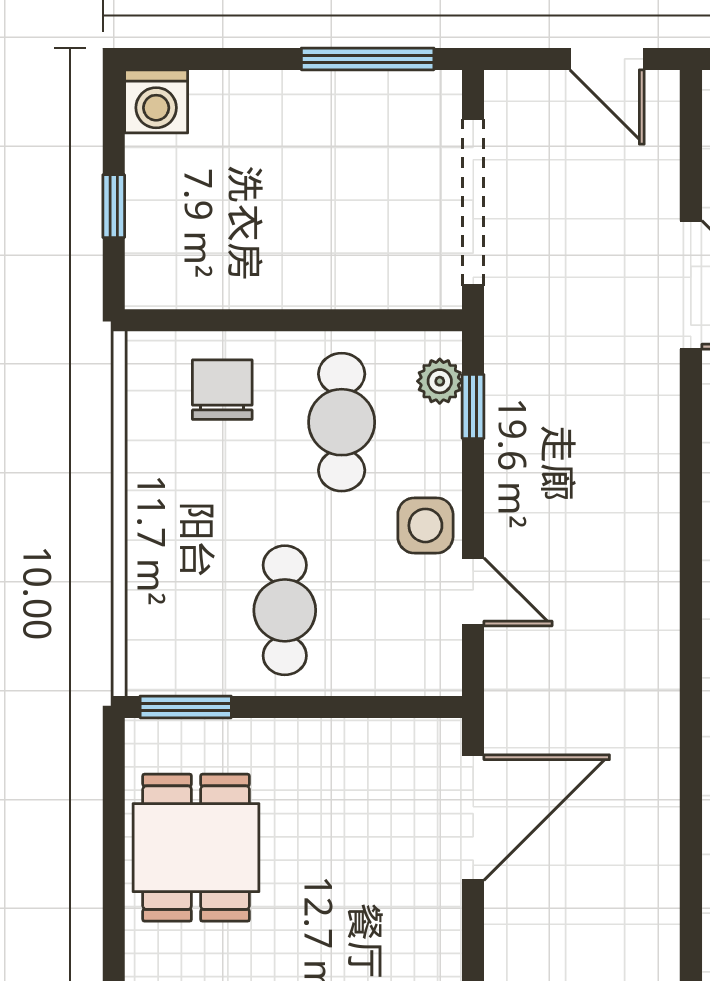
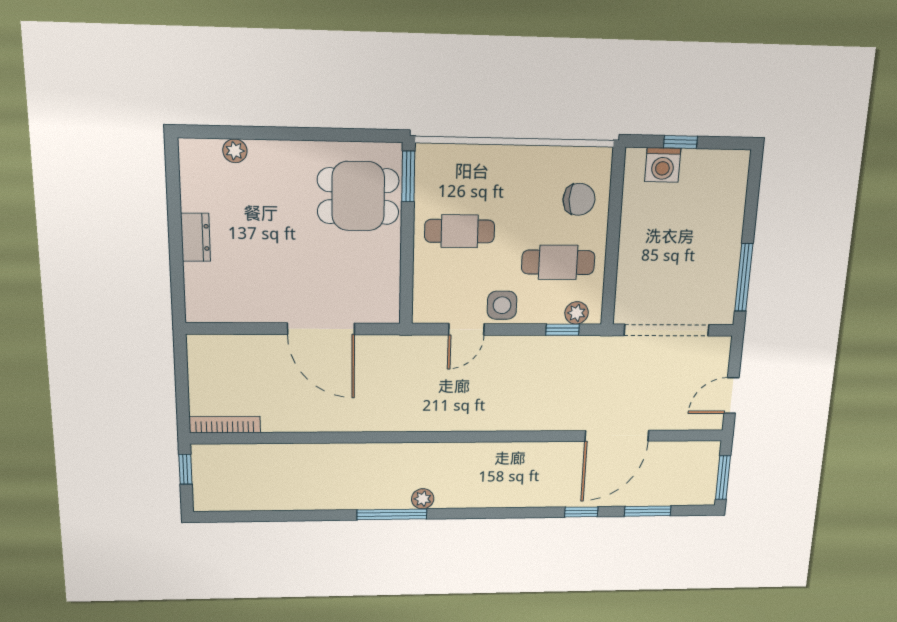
washing machine: (156, 101) -> (663, 165), moved, turned -90
door: (473, 818) -> (321, 329), moved
dining table: (196, 848) -> (358, 196), moved

